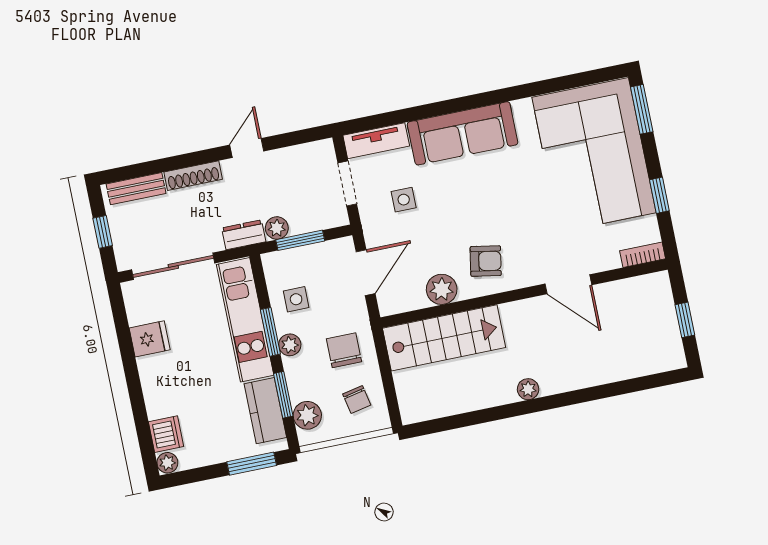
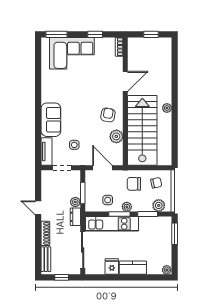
sofa: (463, 133) -> (51, 120), width x0.73
corner sofa: (594, 155) -> (72, 53), width x0.73, depth x0.74
stairs: (444, 338) -> (142, 130), width x1.36, depth x1.51
kitchen counter: (265, 411) -> (133, 268), moved, turned 180
dishwasher: (166, 434) -> (154, 268), removed

